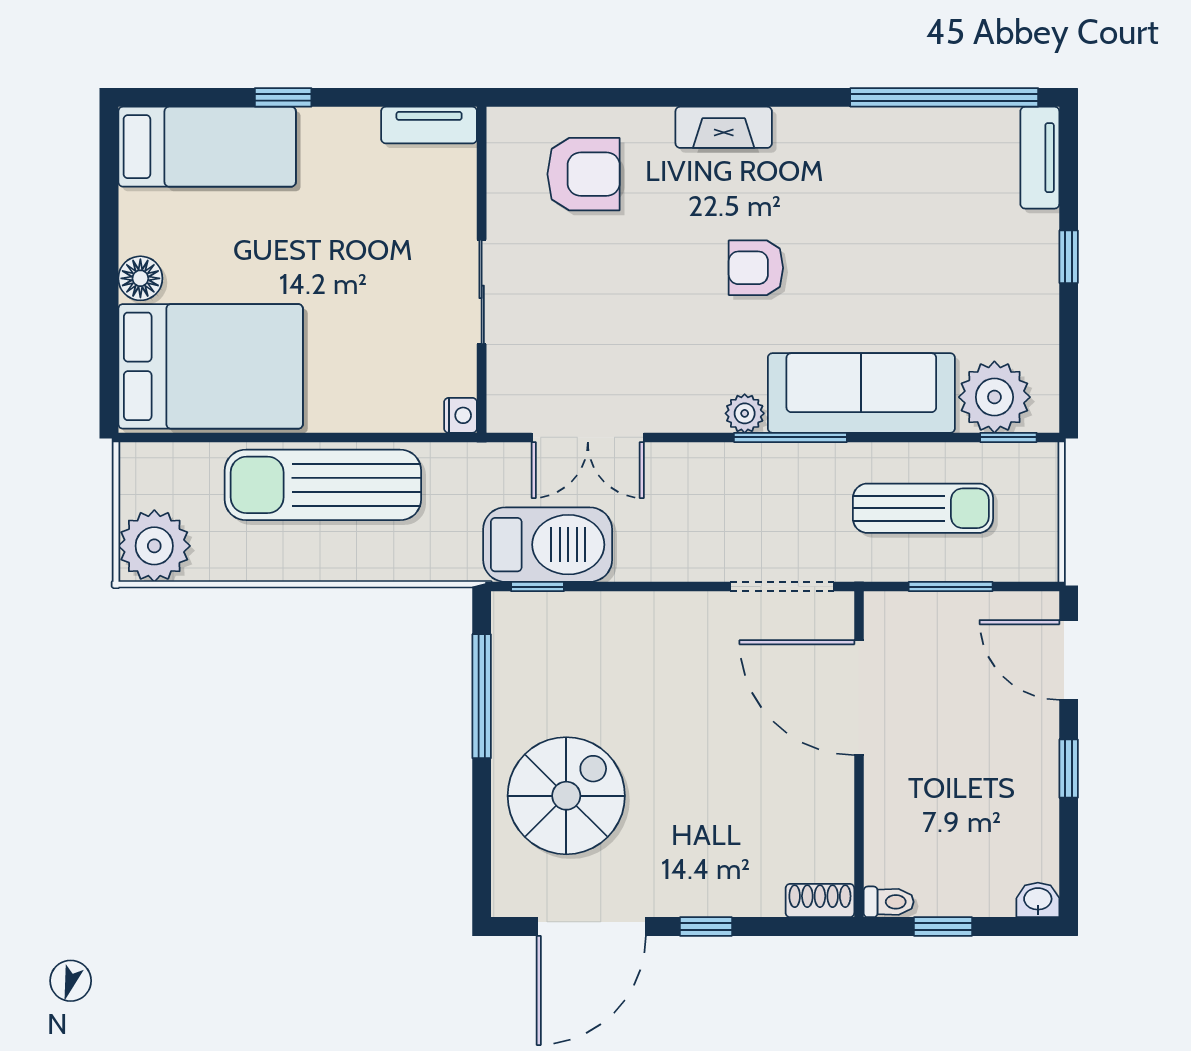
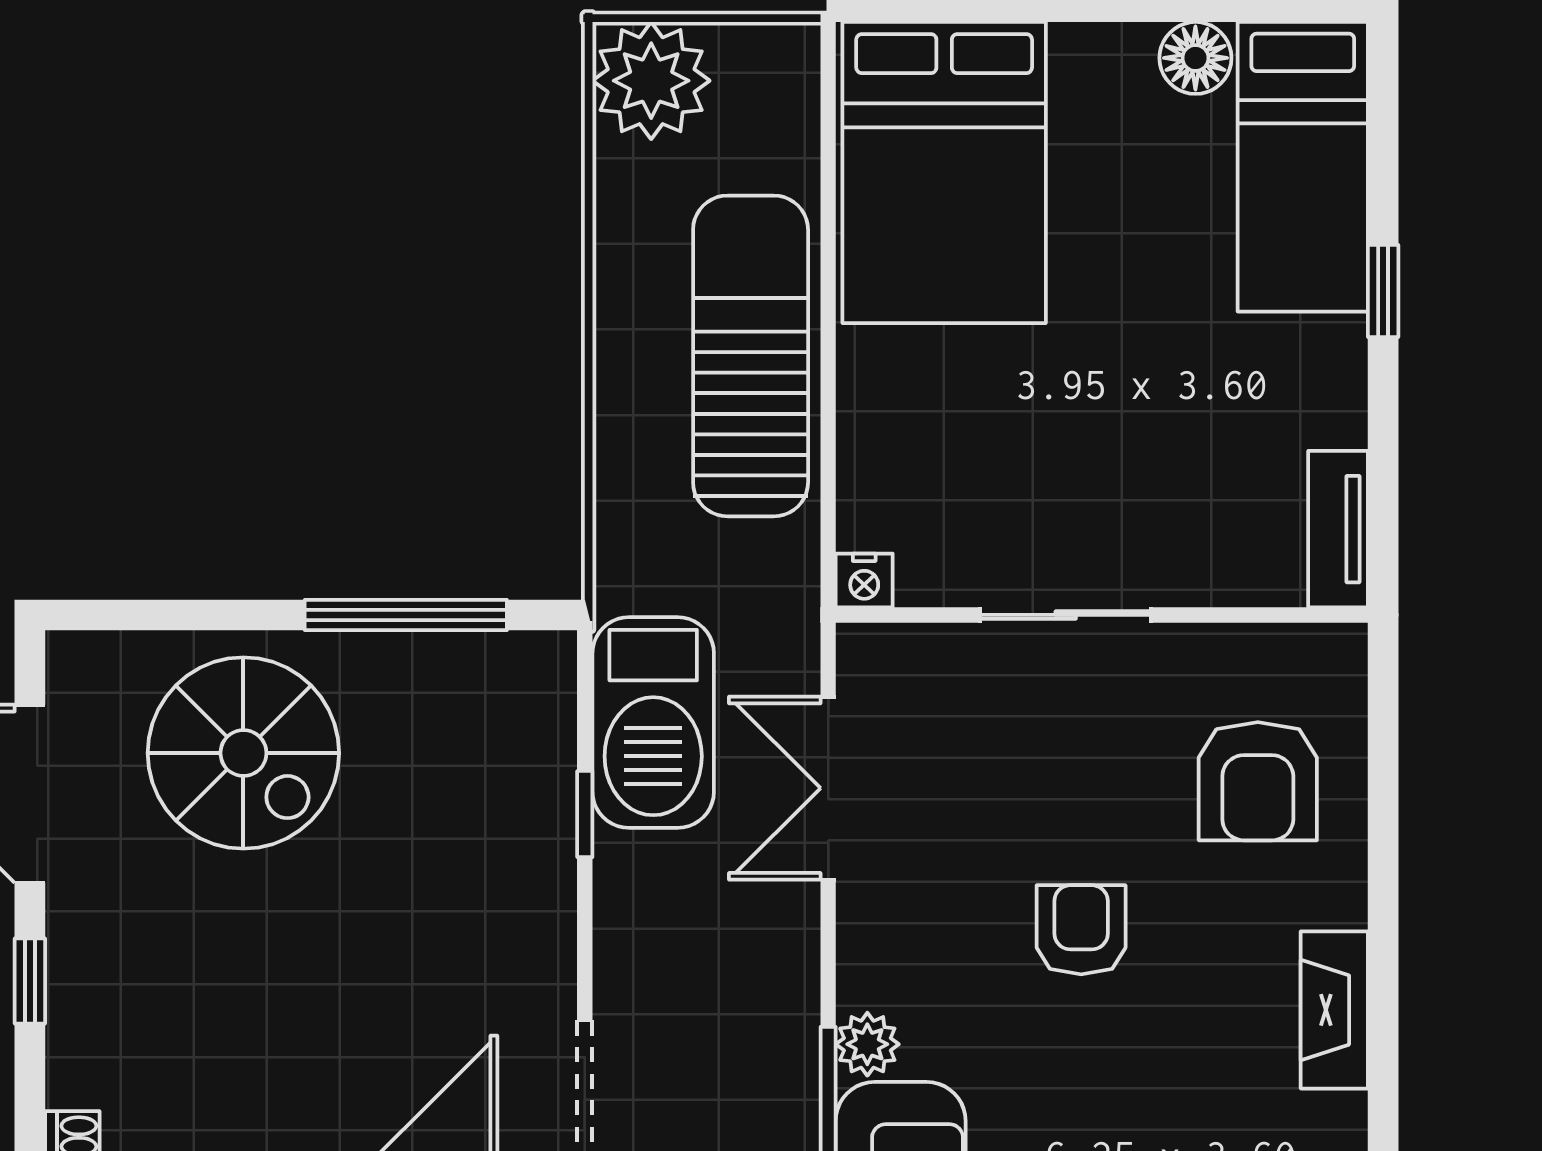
armchair: (756, 268) -> (1081, 930), moved
floor lamp: (140, 278) -> (1195, 58), moved
window: (537, 587) -> (585, 814), moved

